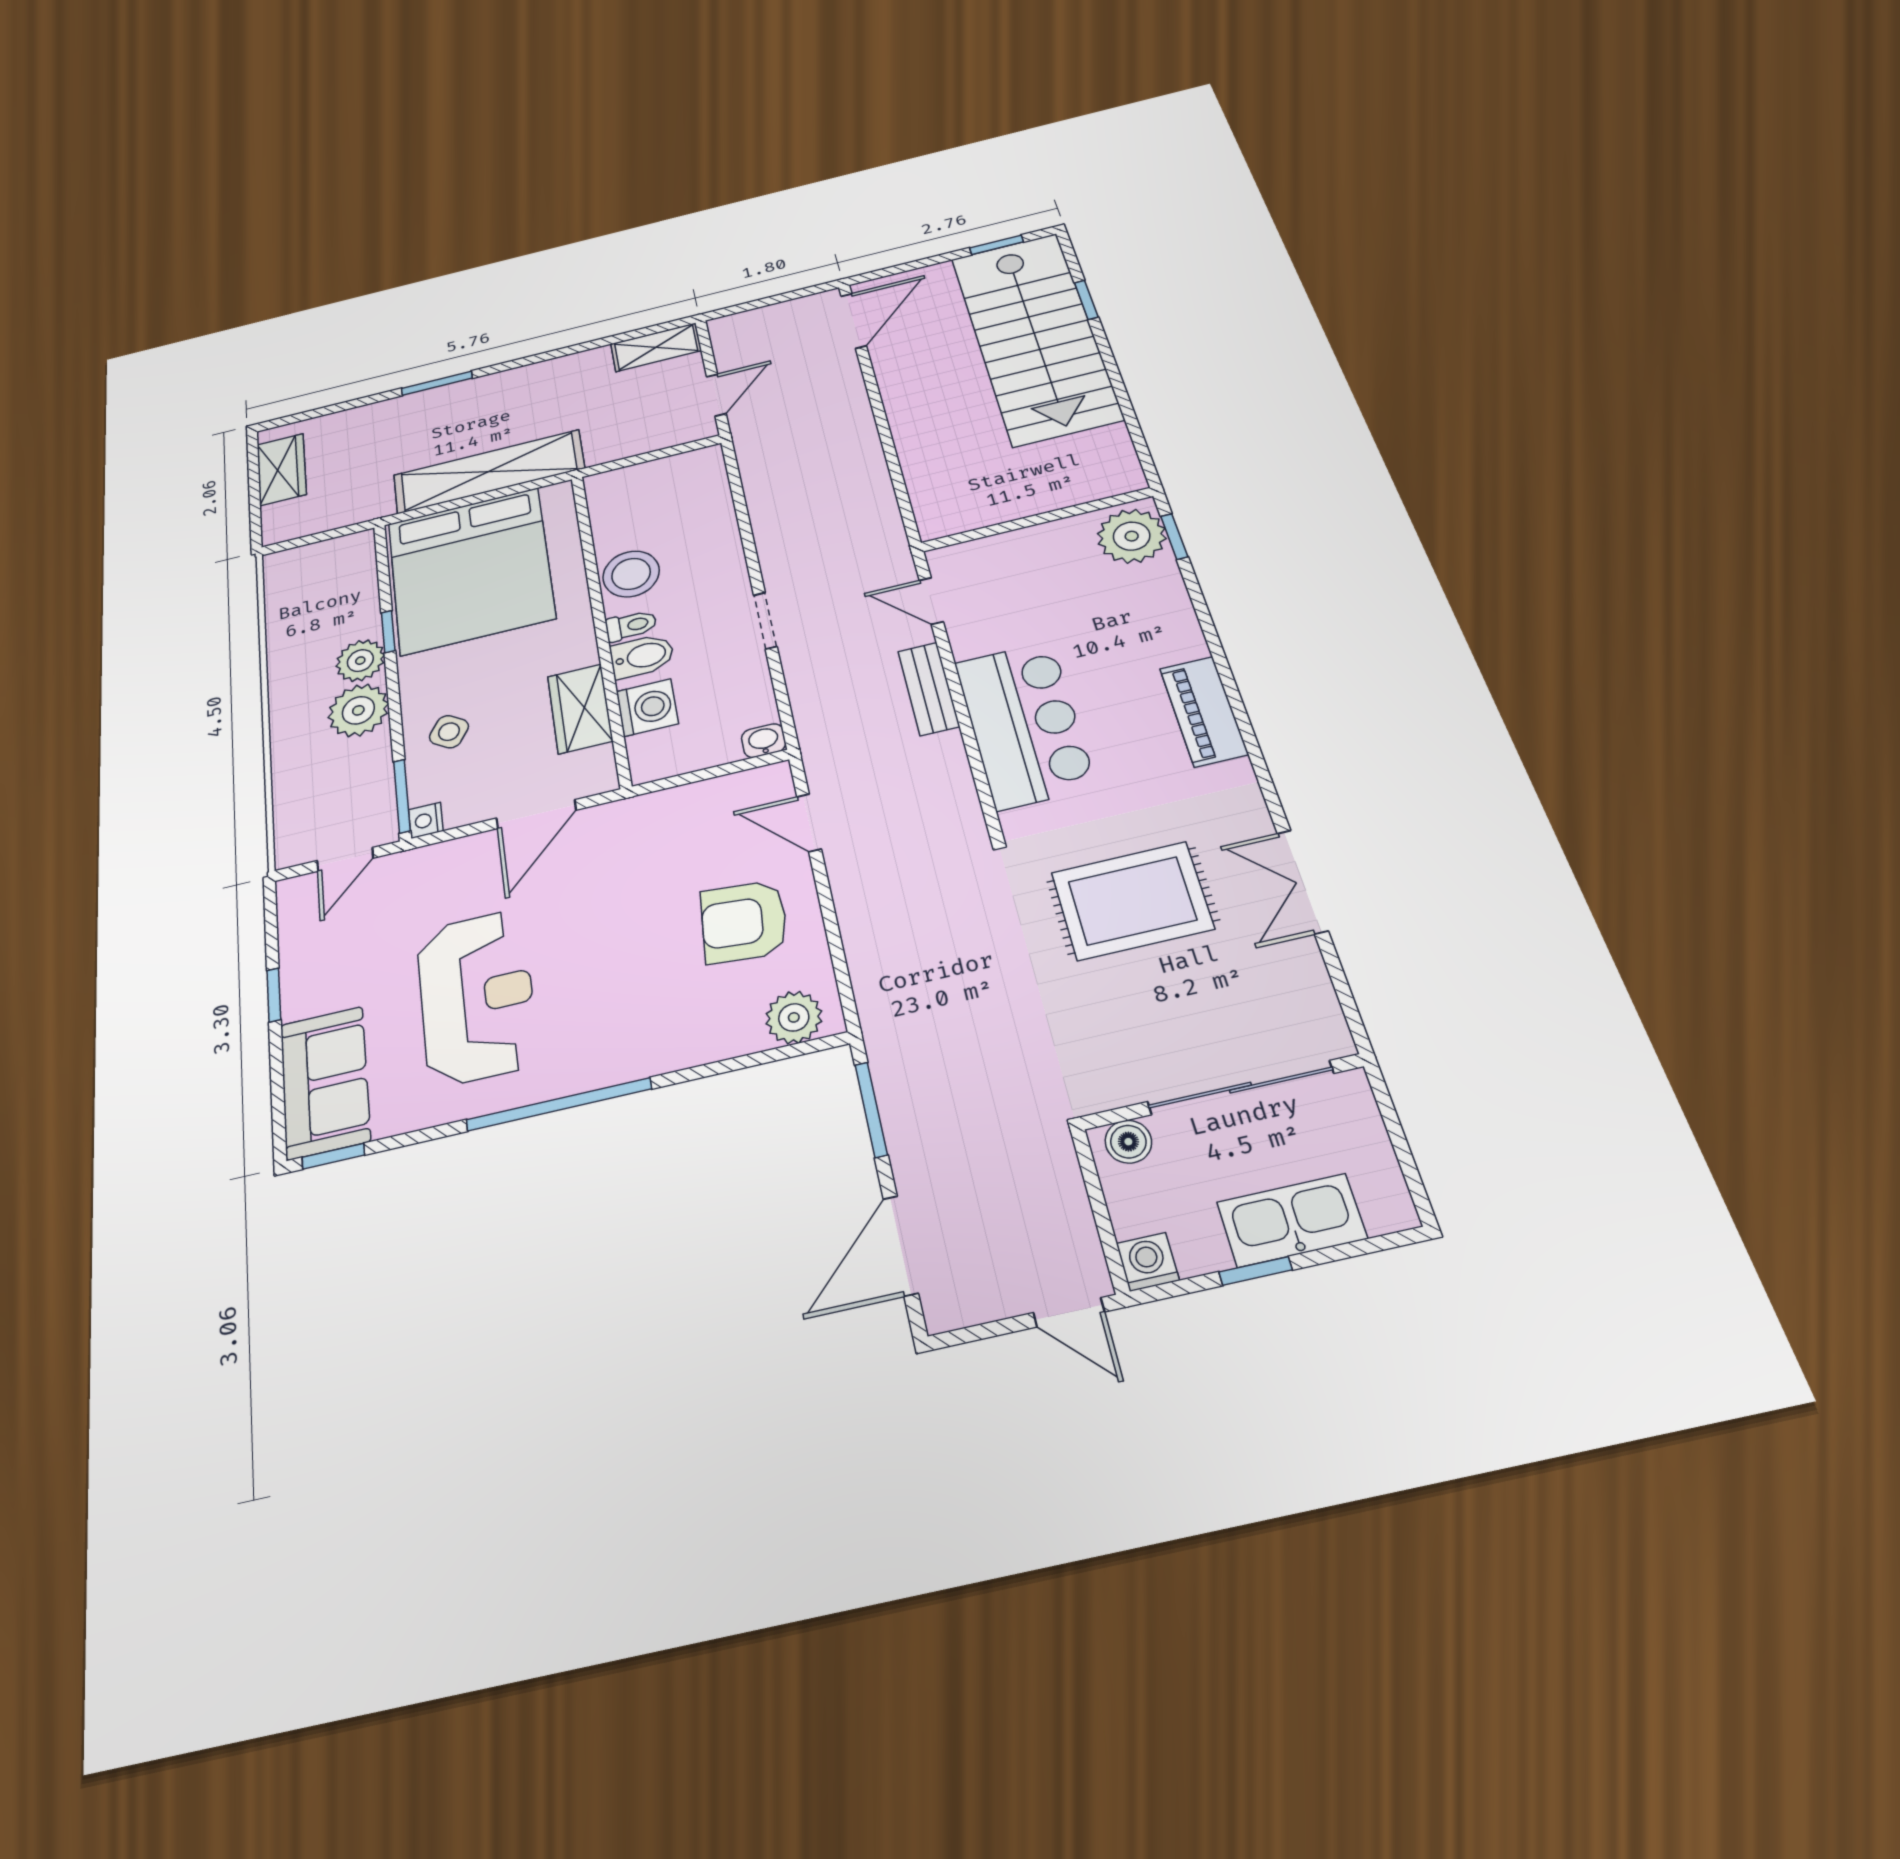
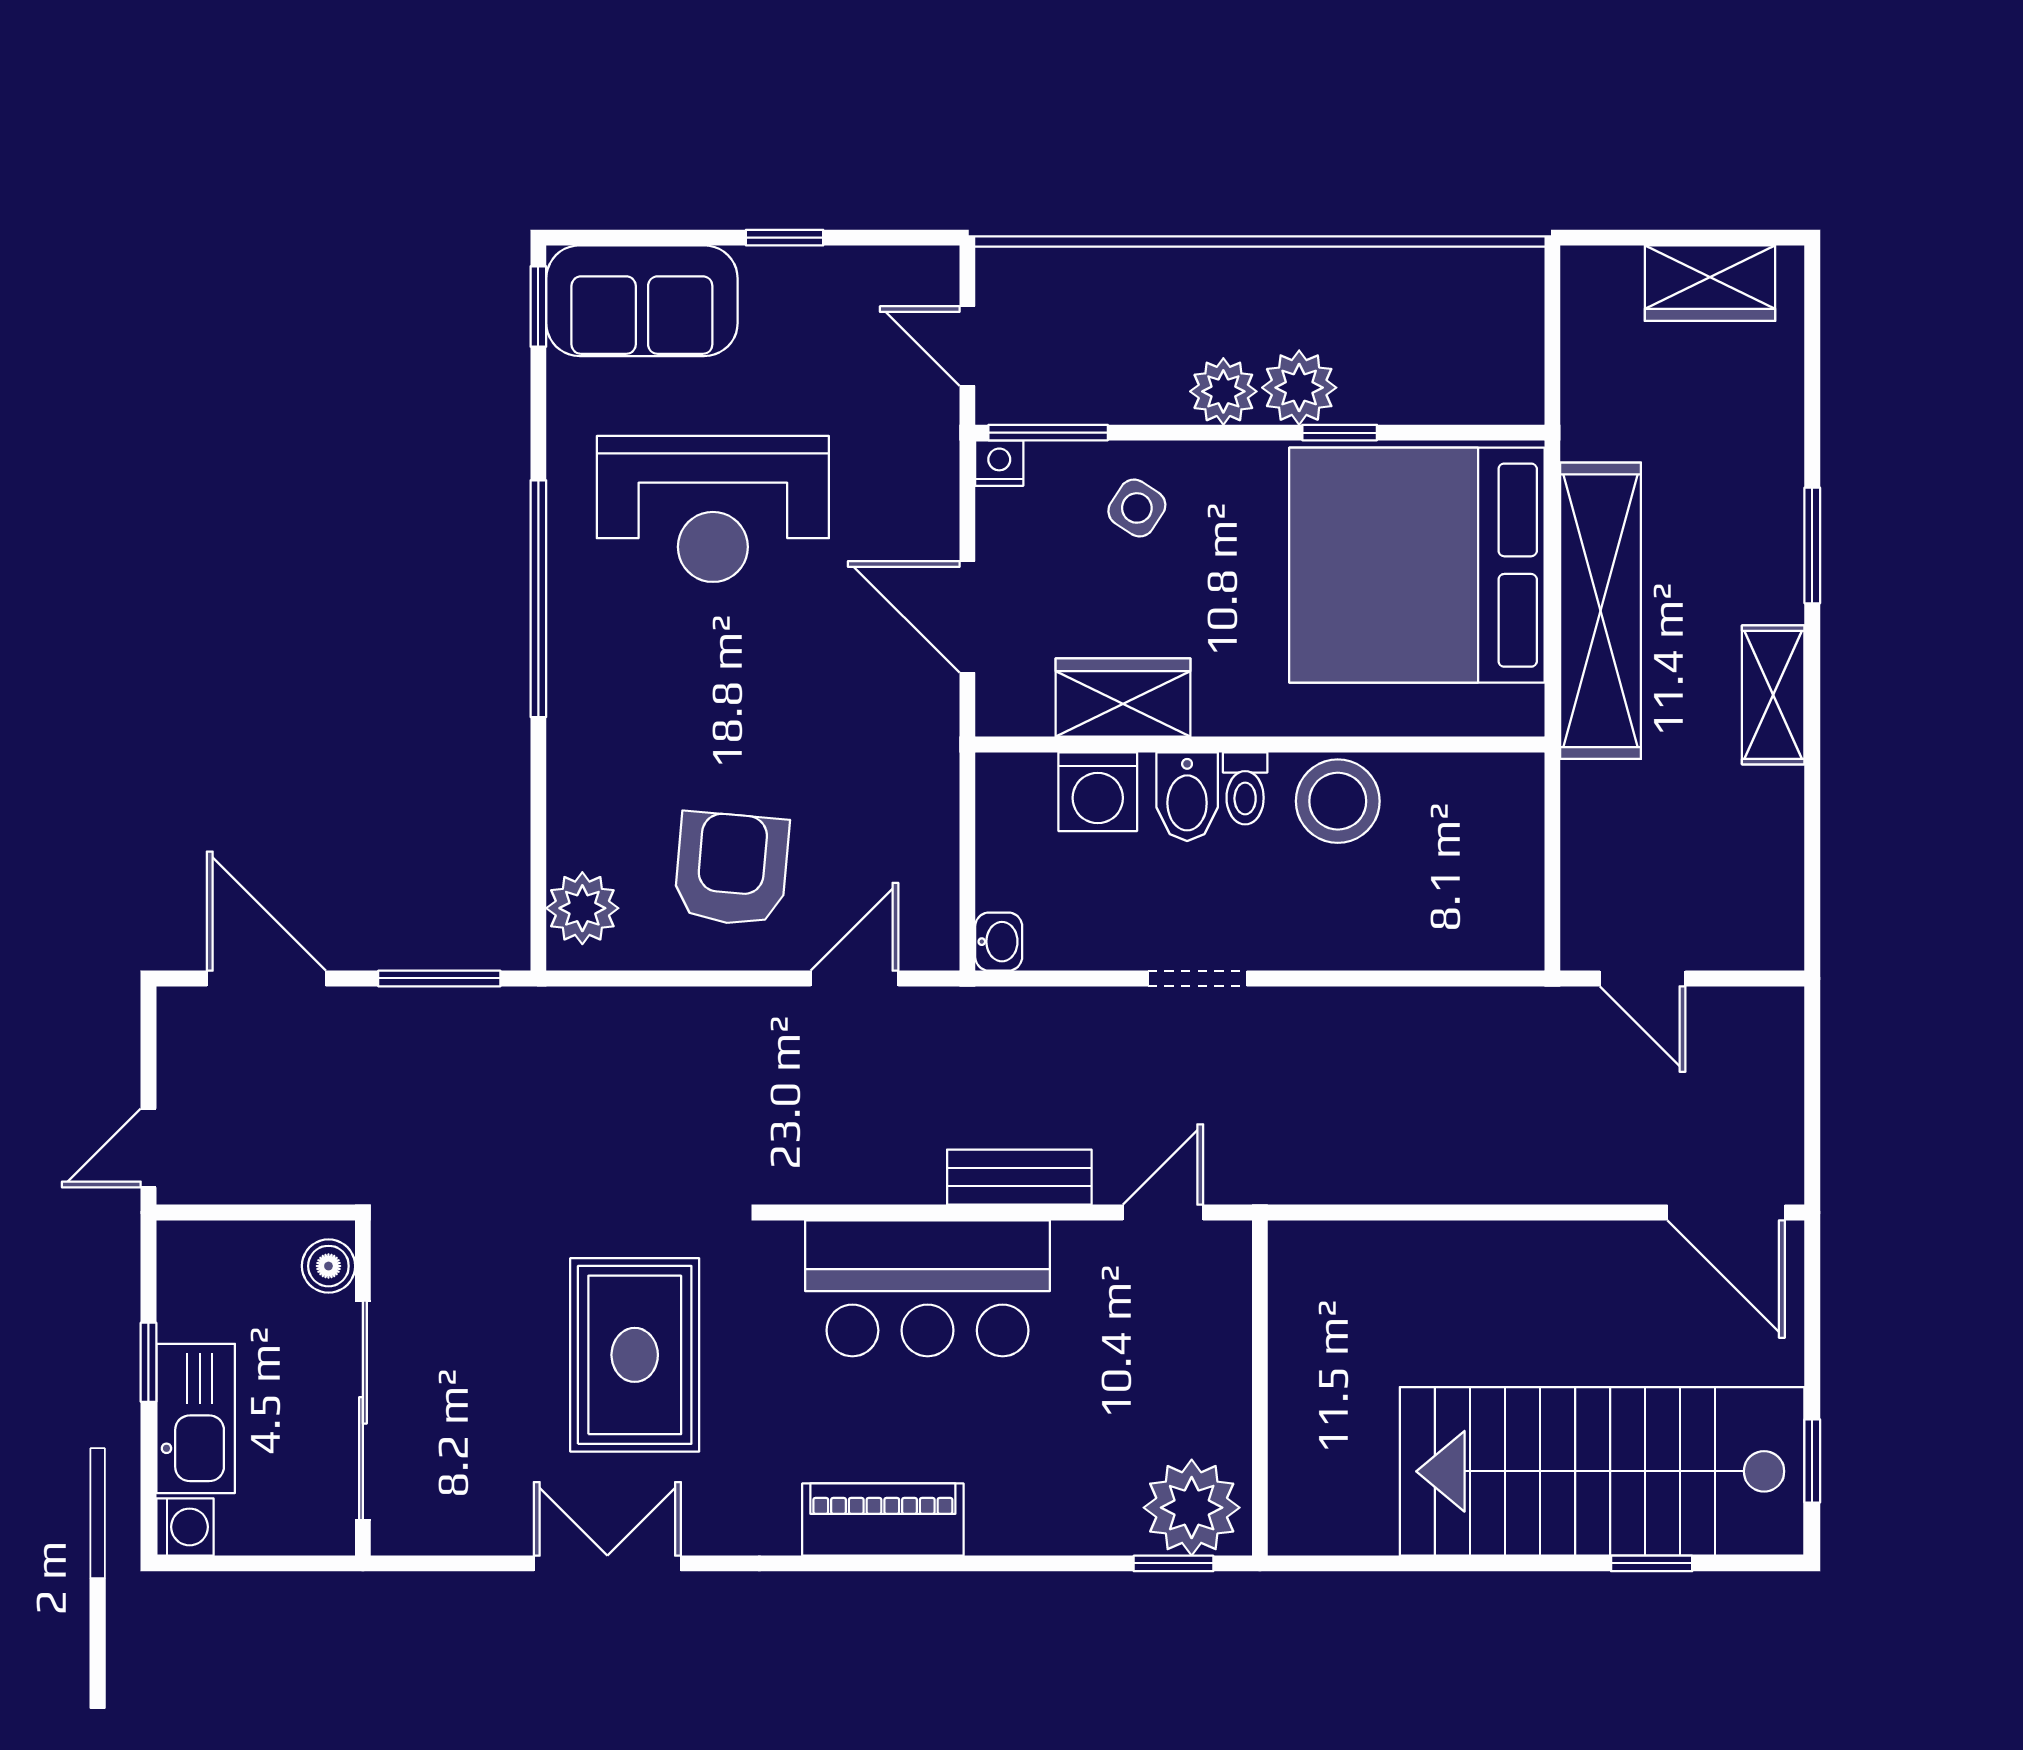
shelving: (656, 347) -> (1773, 695), moved
plant: (358, 710) -> (1223, 391), width x0.73, depth x0.73
washing machine: (1148, 1262) -> (185, 1527), moved

